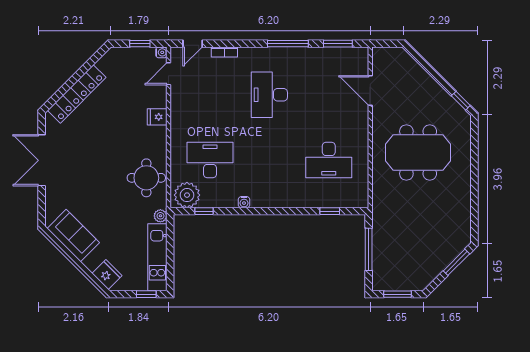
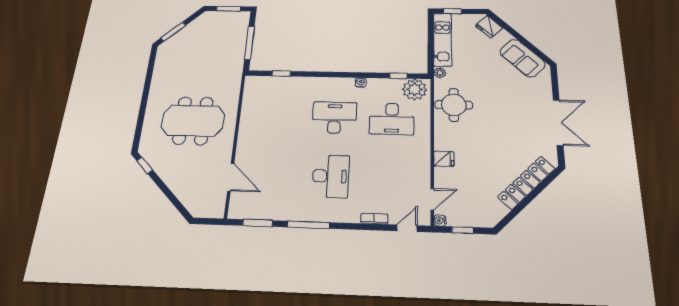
desk: (329, 160) -> (334, 118), moved

